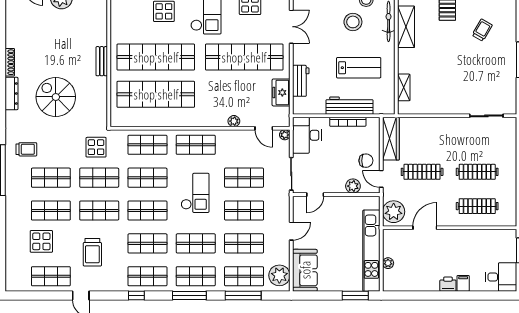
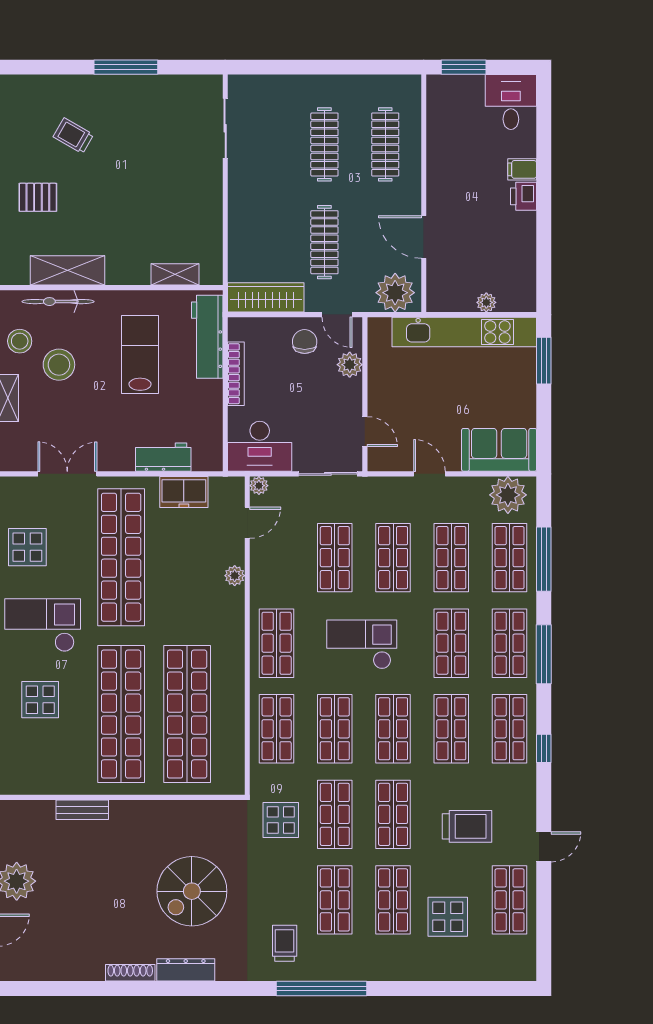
bench: (102, 61) -> (82, 810), moved
workbench: (350, 106) -> (207, 337), moved
door: (381, 179) -> (337, 315), hinge flipped

